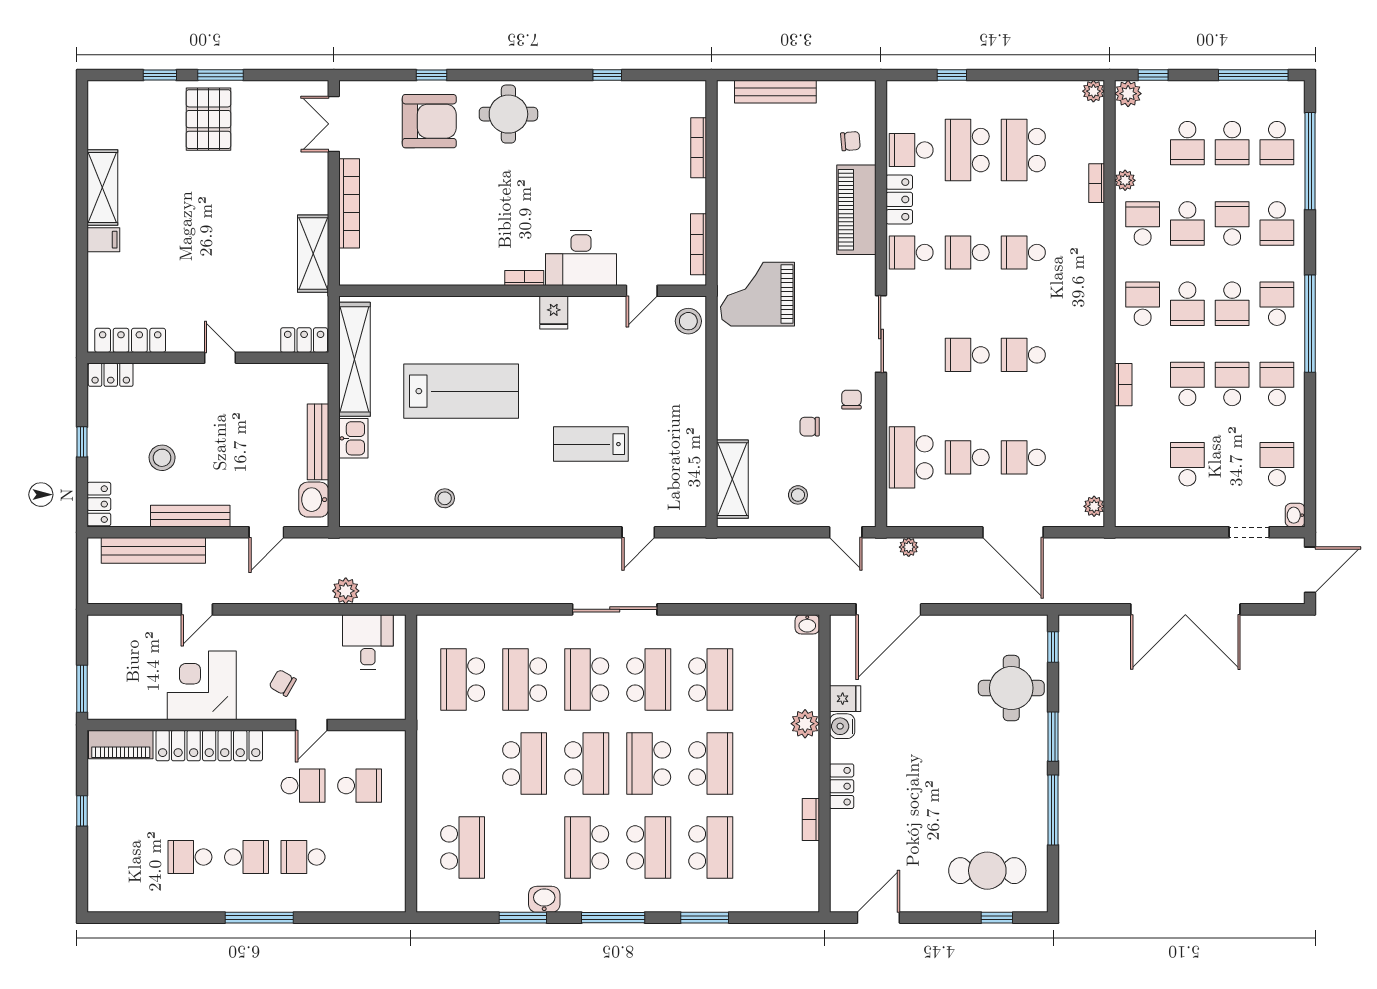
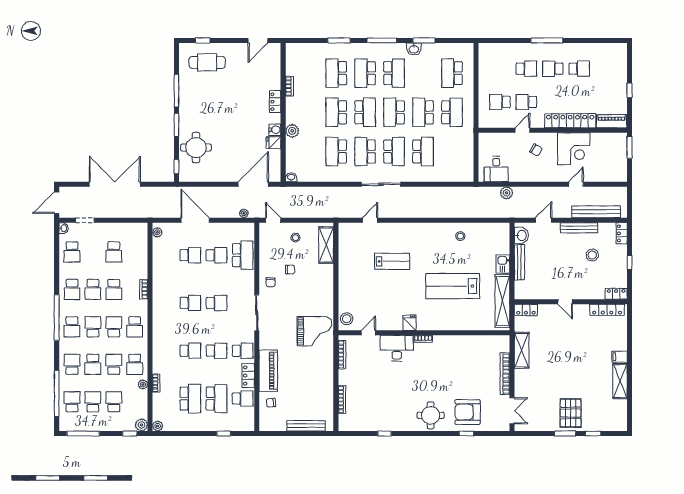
school desk: (463, 680) -> (452, 112), moved

